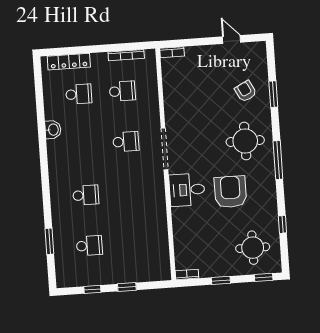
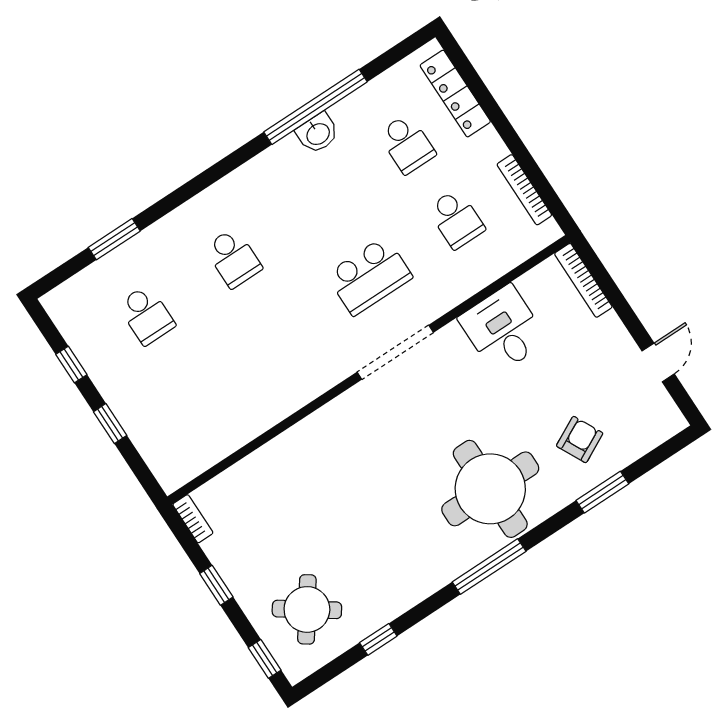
bookcase: (172, 52) -> (583, 280), width x1.56
window: (41, 124) -> (316, 107), added
round table: (245, 141) -> (490, 489), width x1.36, depth x1.36
school desk: (126, 142) -> (369, 276), width x1.85
desk: (187, 190) -> (503, 330), moved
armchair: (230, 192) -> (384, 513), removed
round table: (253, 248) -> (307, 609), turned 35

